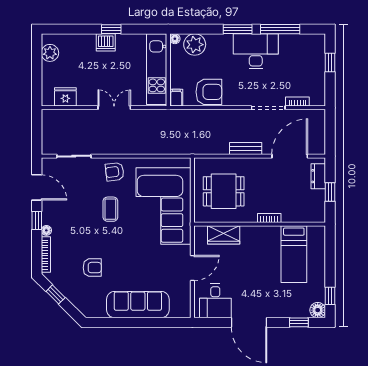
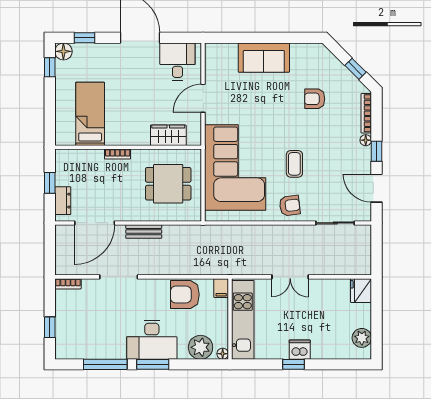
desk: (256, 51) -> (152, 340), moved
fridge: (65, 97) -> (361, 291), moved, turned 90
bookcase: (297, 102) -> (68, 284), moved
sofa: (138, 305) -> (264, 58), width x0.73

